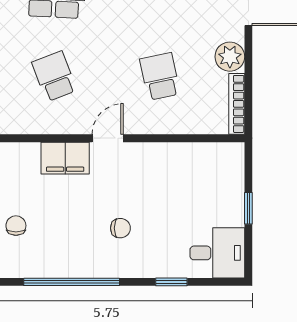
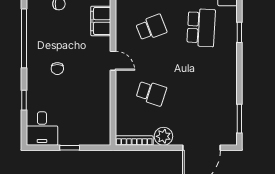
school desk: (160, 76) -> (151, 93), turned 30
filing cabinet: (65, 158) -> (101, 21), moved

